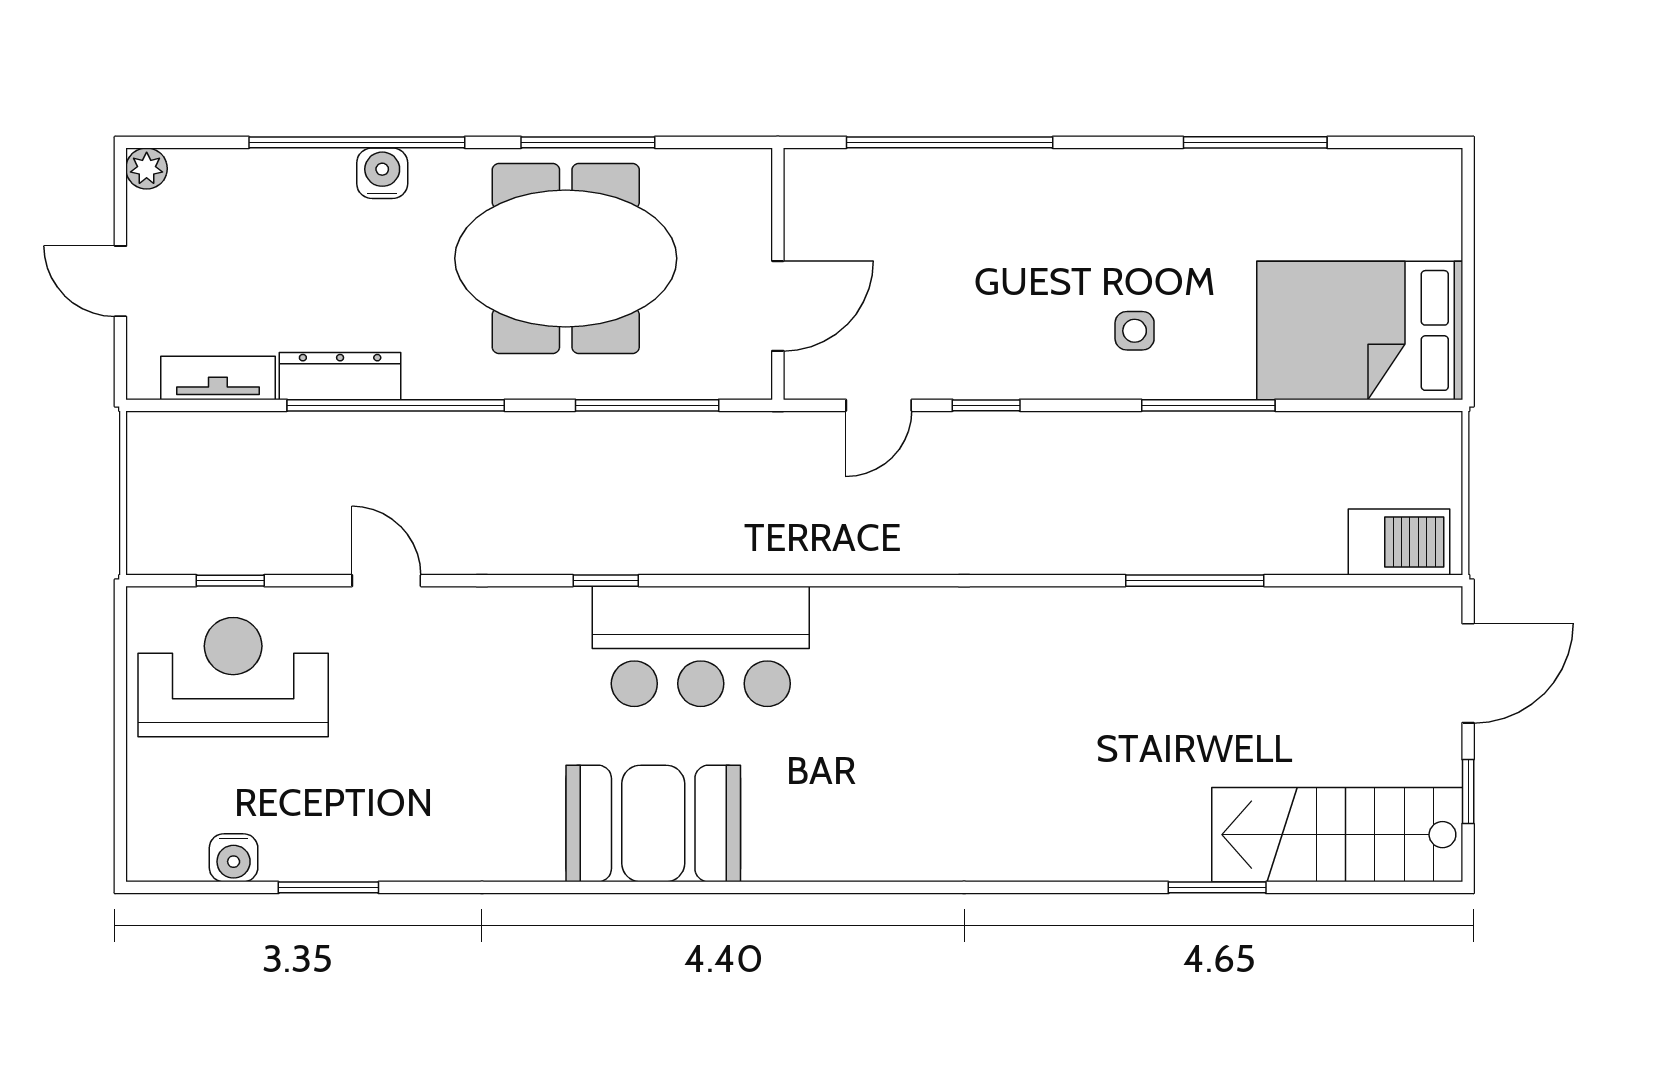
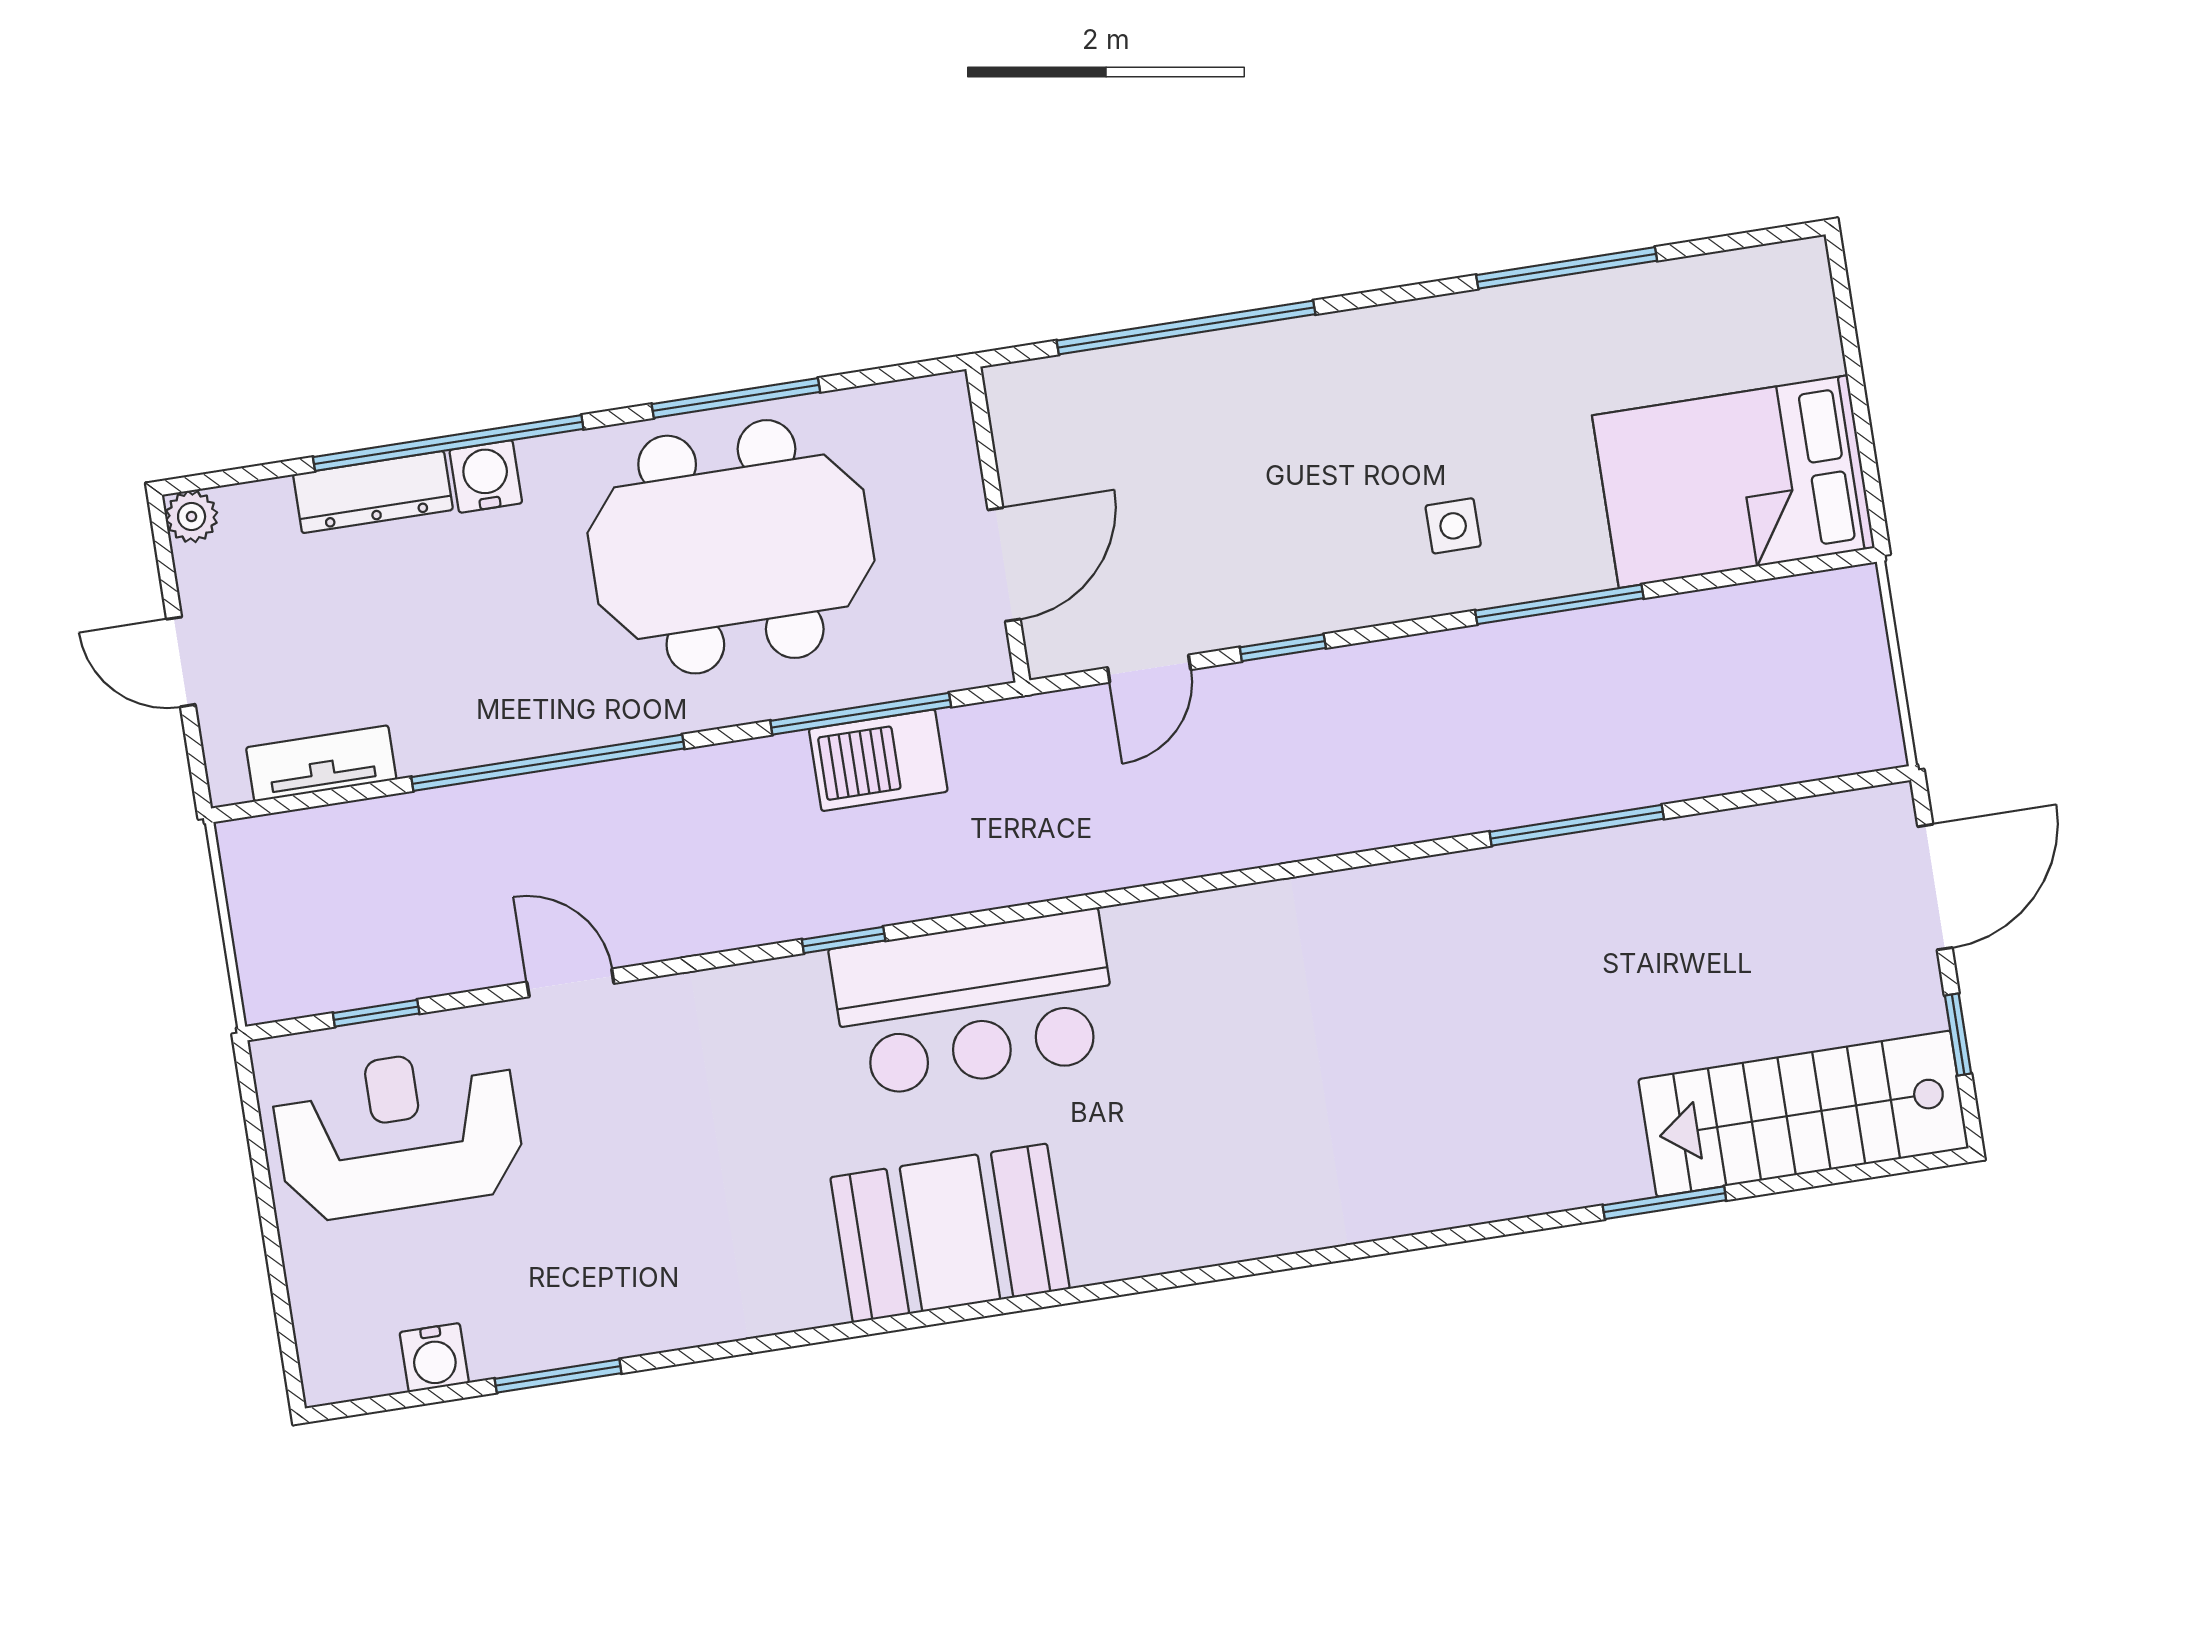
dresser: (340, 376) -> (373, 492), moved, turned 180
barbecue: (1399, 542) -> (878, 760), moved, turned 180

